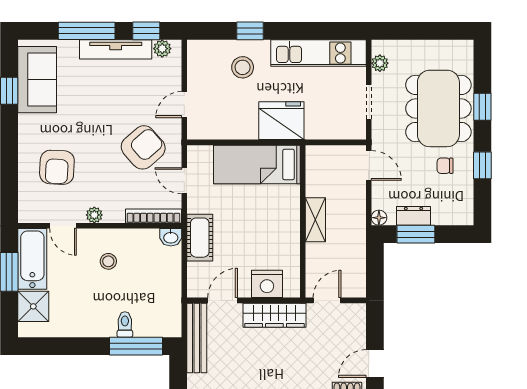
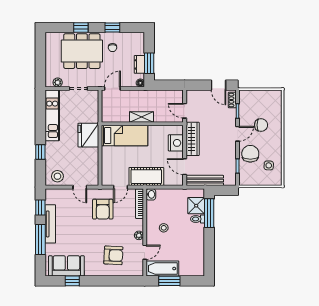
plant: (162, 49) -> (50, 199), removed
stool: (243, 67) -> (57, 176), moved
armchair: (143, 147) -> (103, 209), turned -139
bed: (257, 164) -> (125, 136), moved, turned -90
cot: (200, 238) -> (146, 177), width x1.37, depth x1.34
shower: (33, 306) -> (196, 206), moved

